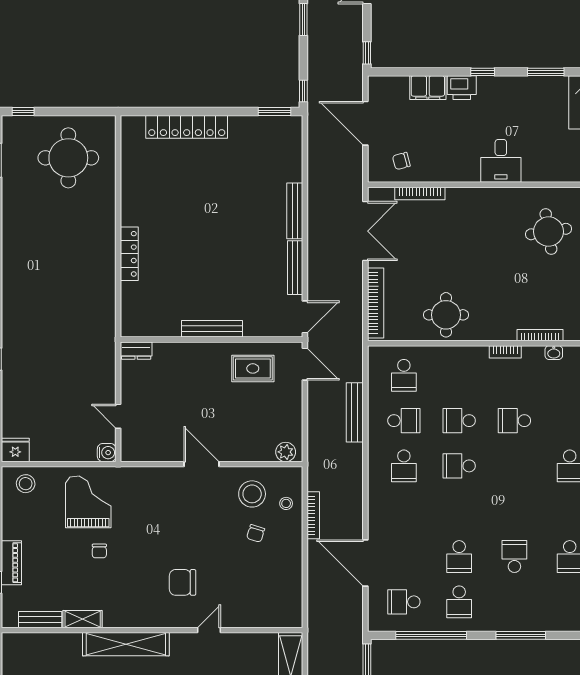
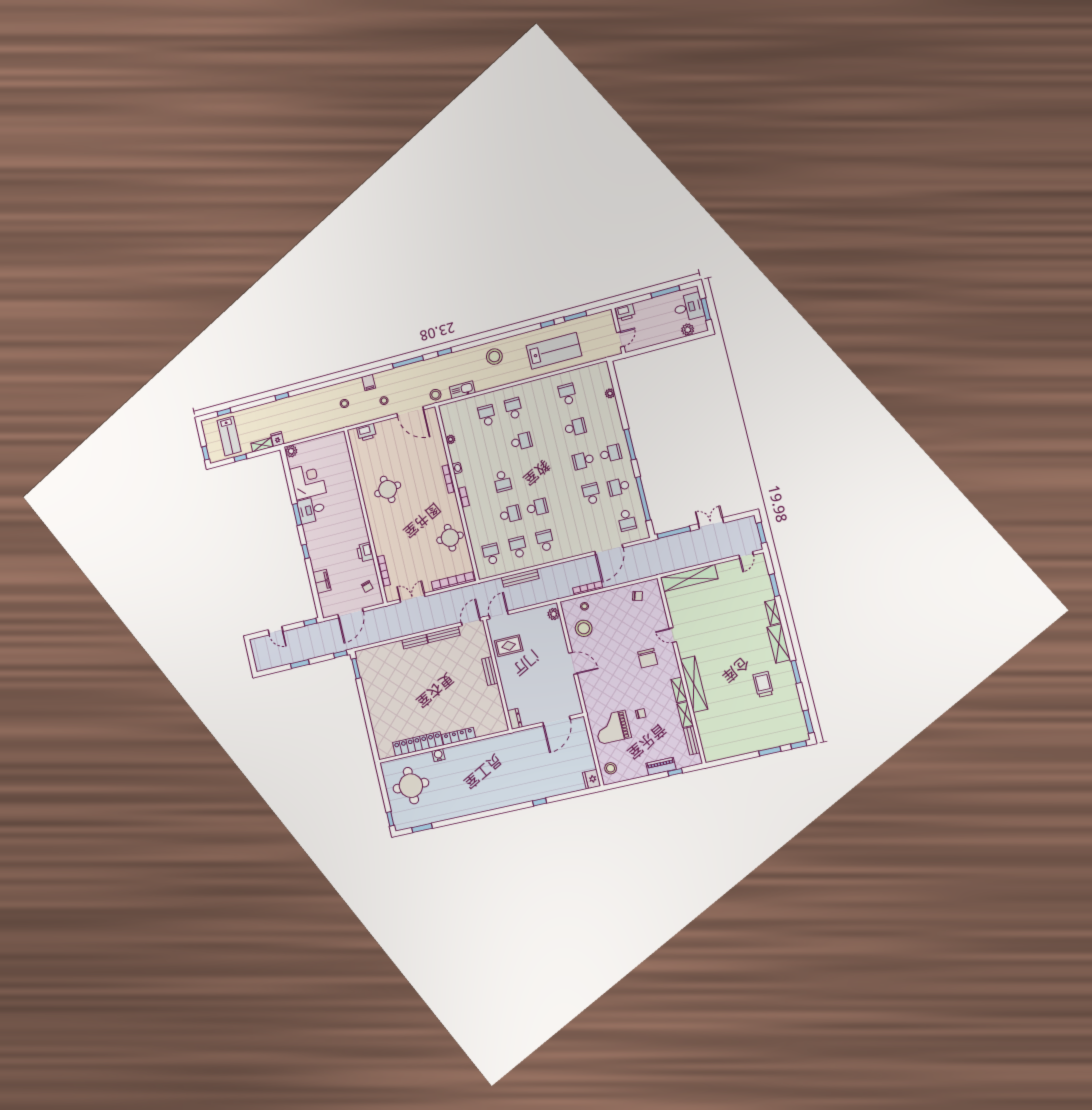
printer: (462, 88) -> (365, 552), moved, turned 180
locker: (187, 127) -> (418, 744), moved, turned -90
desk: (501, 161) -> (311, 510), moved, turned 180
bench: (295, 211) -> (415, 642), width x0.73
double door: (365, 231) -> (412, 598), width x0.73
door: (305, 317) -> (471, 622), hinge flipped
bench: (212, 329) -> (490, 671), width x0.73
rug: (253, 368) -> (509, 646), turned 90
school desk: (404, 375) -> (491, 554), turned -90
door: (118, 416) -> (556, 721), width x1.88
school desk: (459, 421) -> (510, 514), turned -90
water cooler: (107, 453) -> (438, 755), moved
door: (201, 464) -> (573, 663), swing flipped
school desk: (404, 466) -> (545, 541), turned -90
school desk: (459, 466) -> (537, 507), turned -90
chair: (256, 533) -> (637, 596), moved
school desk: (459, 557) -> (591, 494), turned -90
school desk: (459, 602) -> (619, 487), turned 180
school desk: (514, 602) -> (611, 453), added
shelving: (122, 619) -> (679, 690), added

